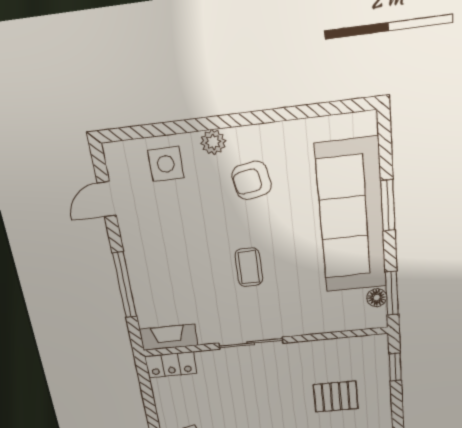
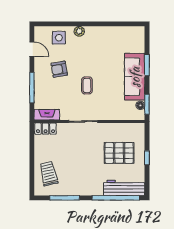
armchair: (252, 180) -> (59, 69), moved
door: (107, 199) -> (32, 49), swing flipped
sofa: (352, 217) -> (135, 77), width x0.74, depth x0.79
window: (395, 367) -> (147, 158), moved
pallet: (336, 397) -> (119, 153), width x1.50, depth x1.42

